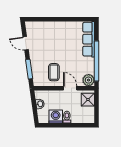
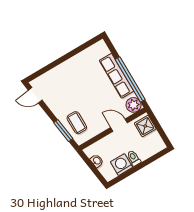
row of seats: (89, 39) -> (117, 76), moved
door: (26, 43) -> (35, 95), moved
coffee table: (54, 72) -> (77, 123), moved

